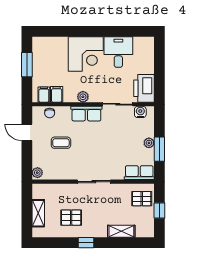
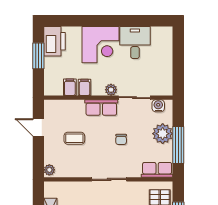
printer: (144, 88) -> (54, 41), moved, turned 180
filing cabinet: (44, 95) -> (84, 87), moved
plant: (83, 97) -> (111, 90), moved
chair: (50, 113) -> (121, 139), moved
plant: (149, 143) -> (163, 134), width x1.88, depth x1.88
window: (159, 149) -> (178, 145), width x1.44

